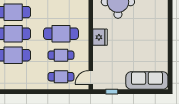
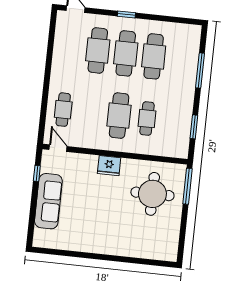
cafe table: (61, 55) -> (147, 119), moved
sofa: (147, 81) -> (48, 201), moved

